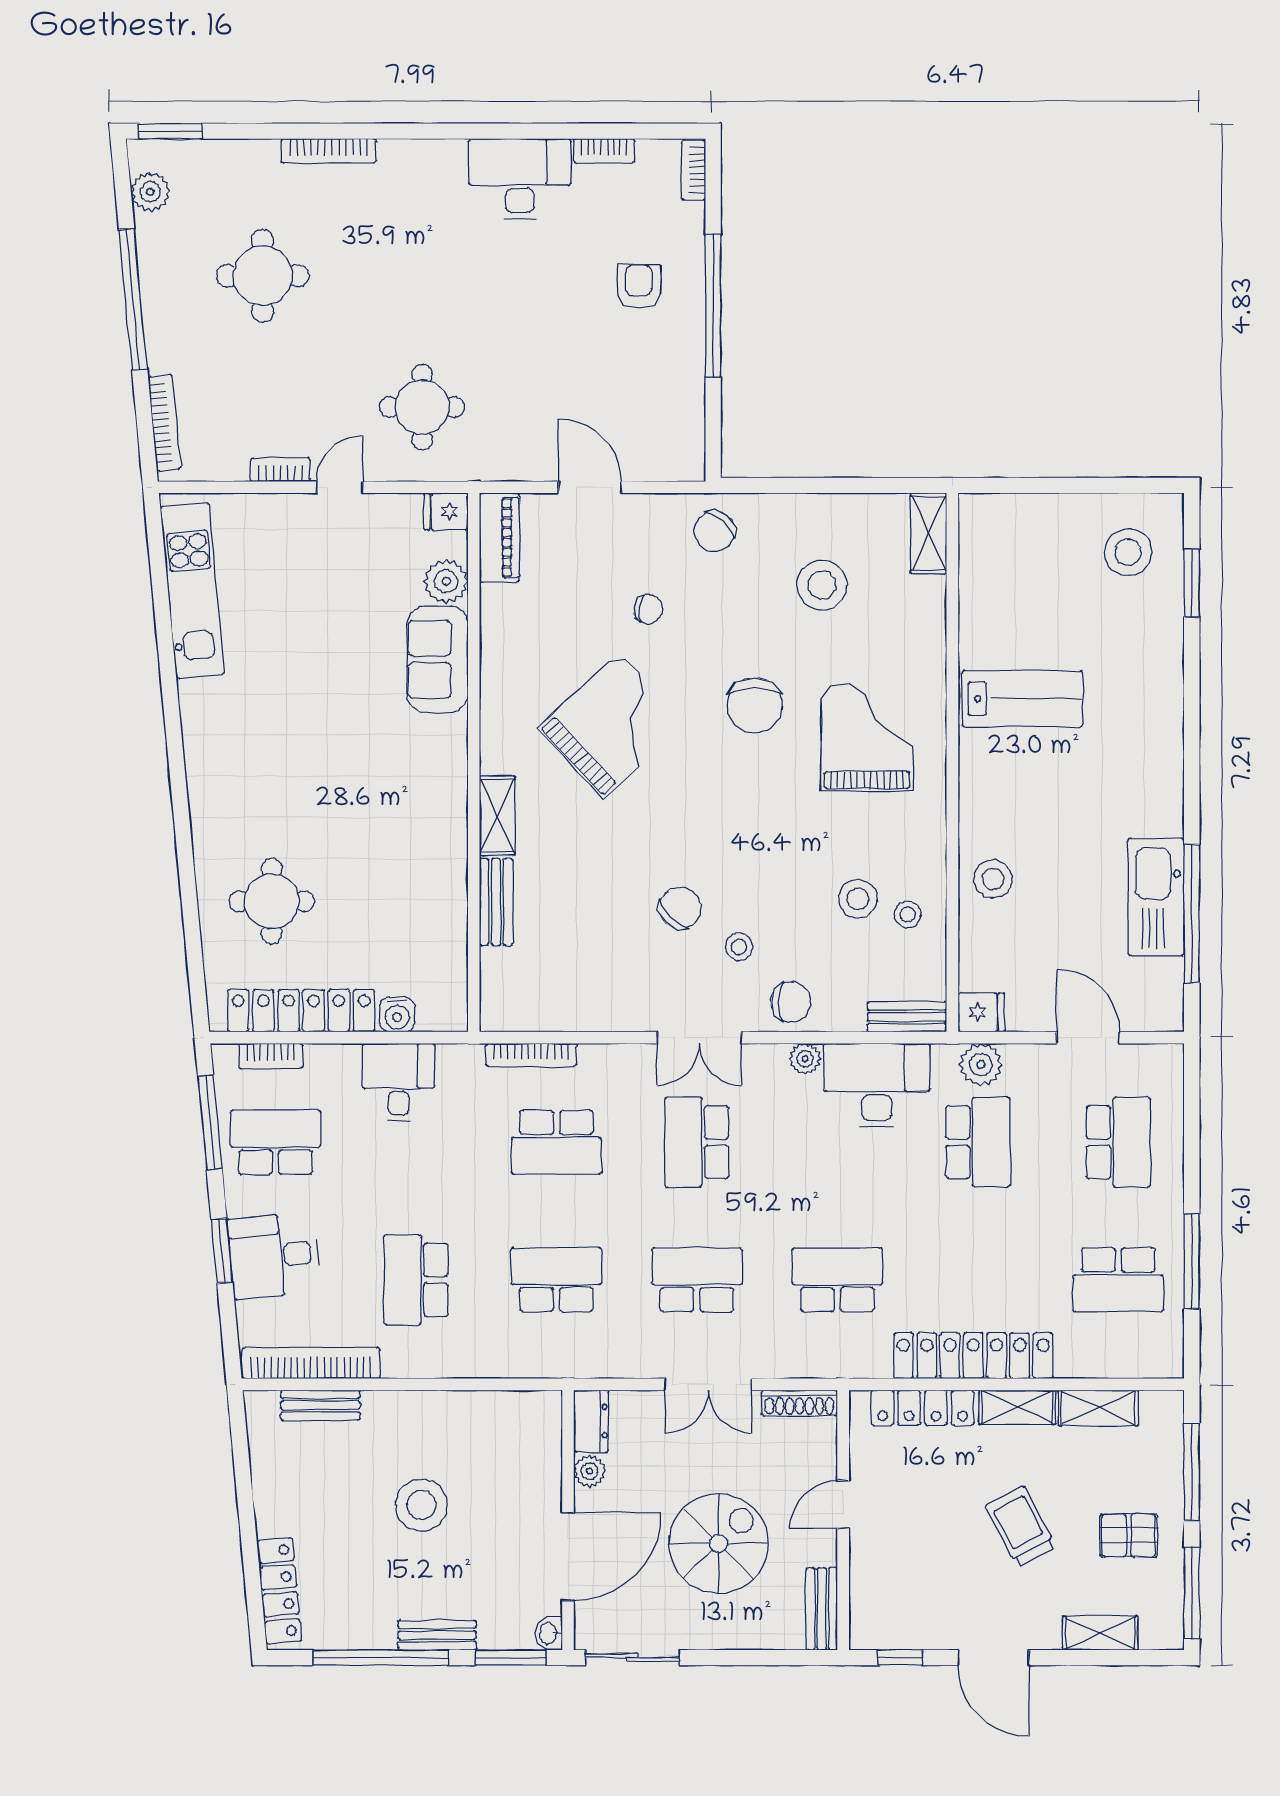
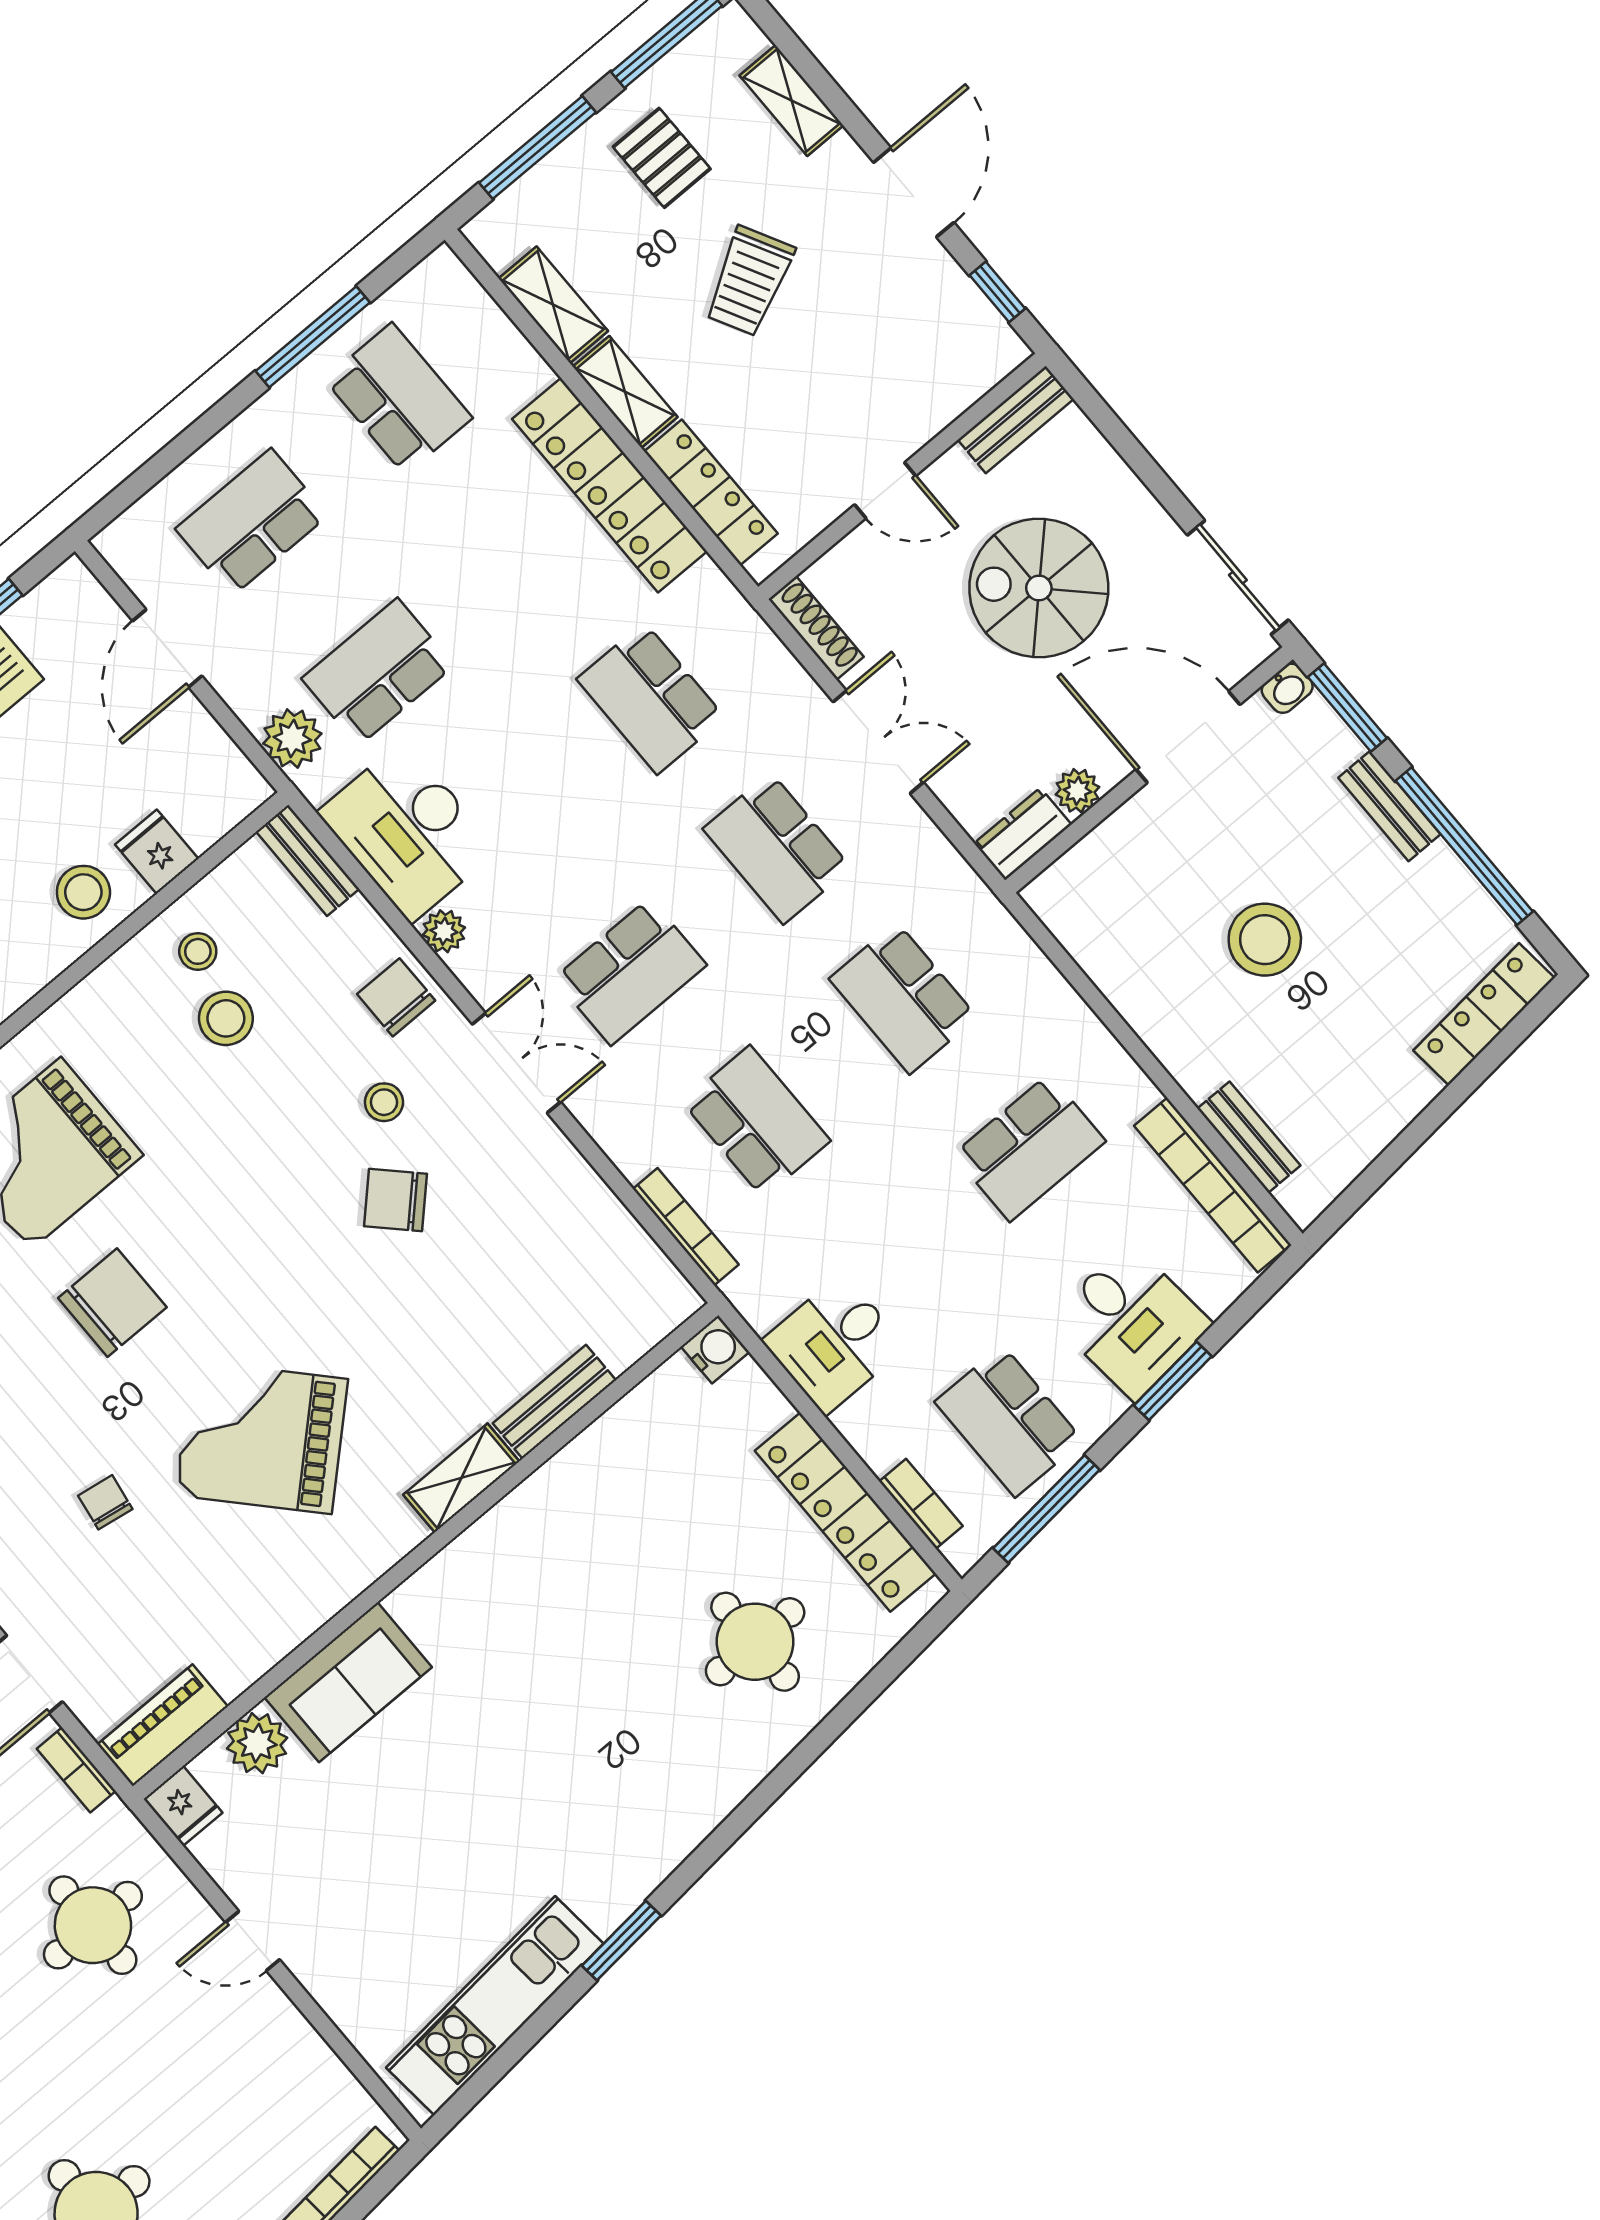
bookcase: (280, 470) -> (76, 1770), moved
window: (170, 690) -> (621, 1941), added
fridge: (981, 1012) -> (157, 852), moved
water cooler: (397, 1014) -> (715, 1349), moved

